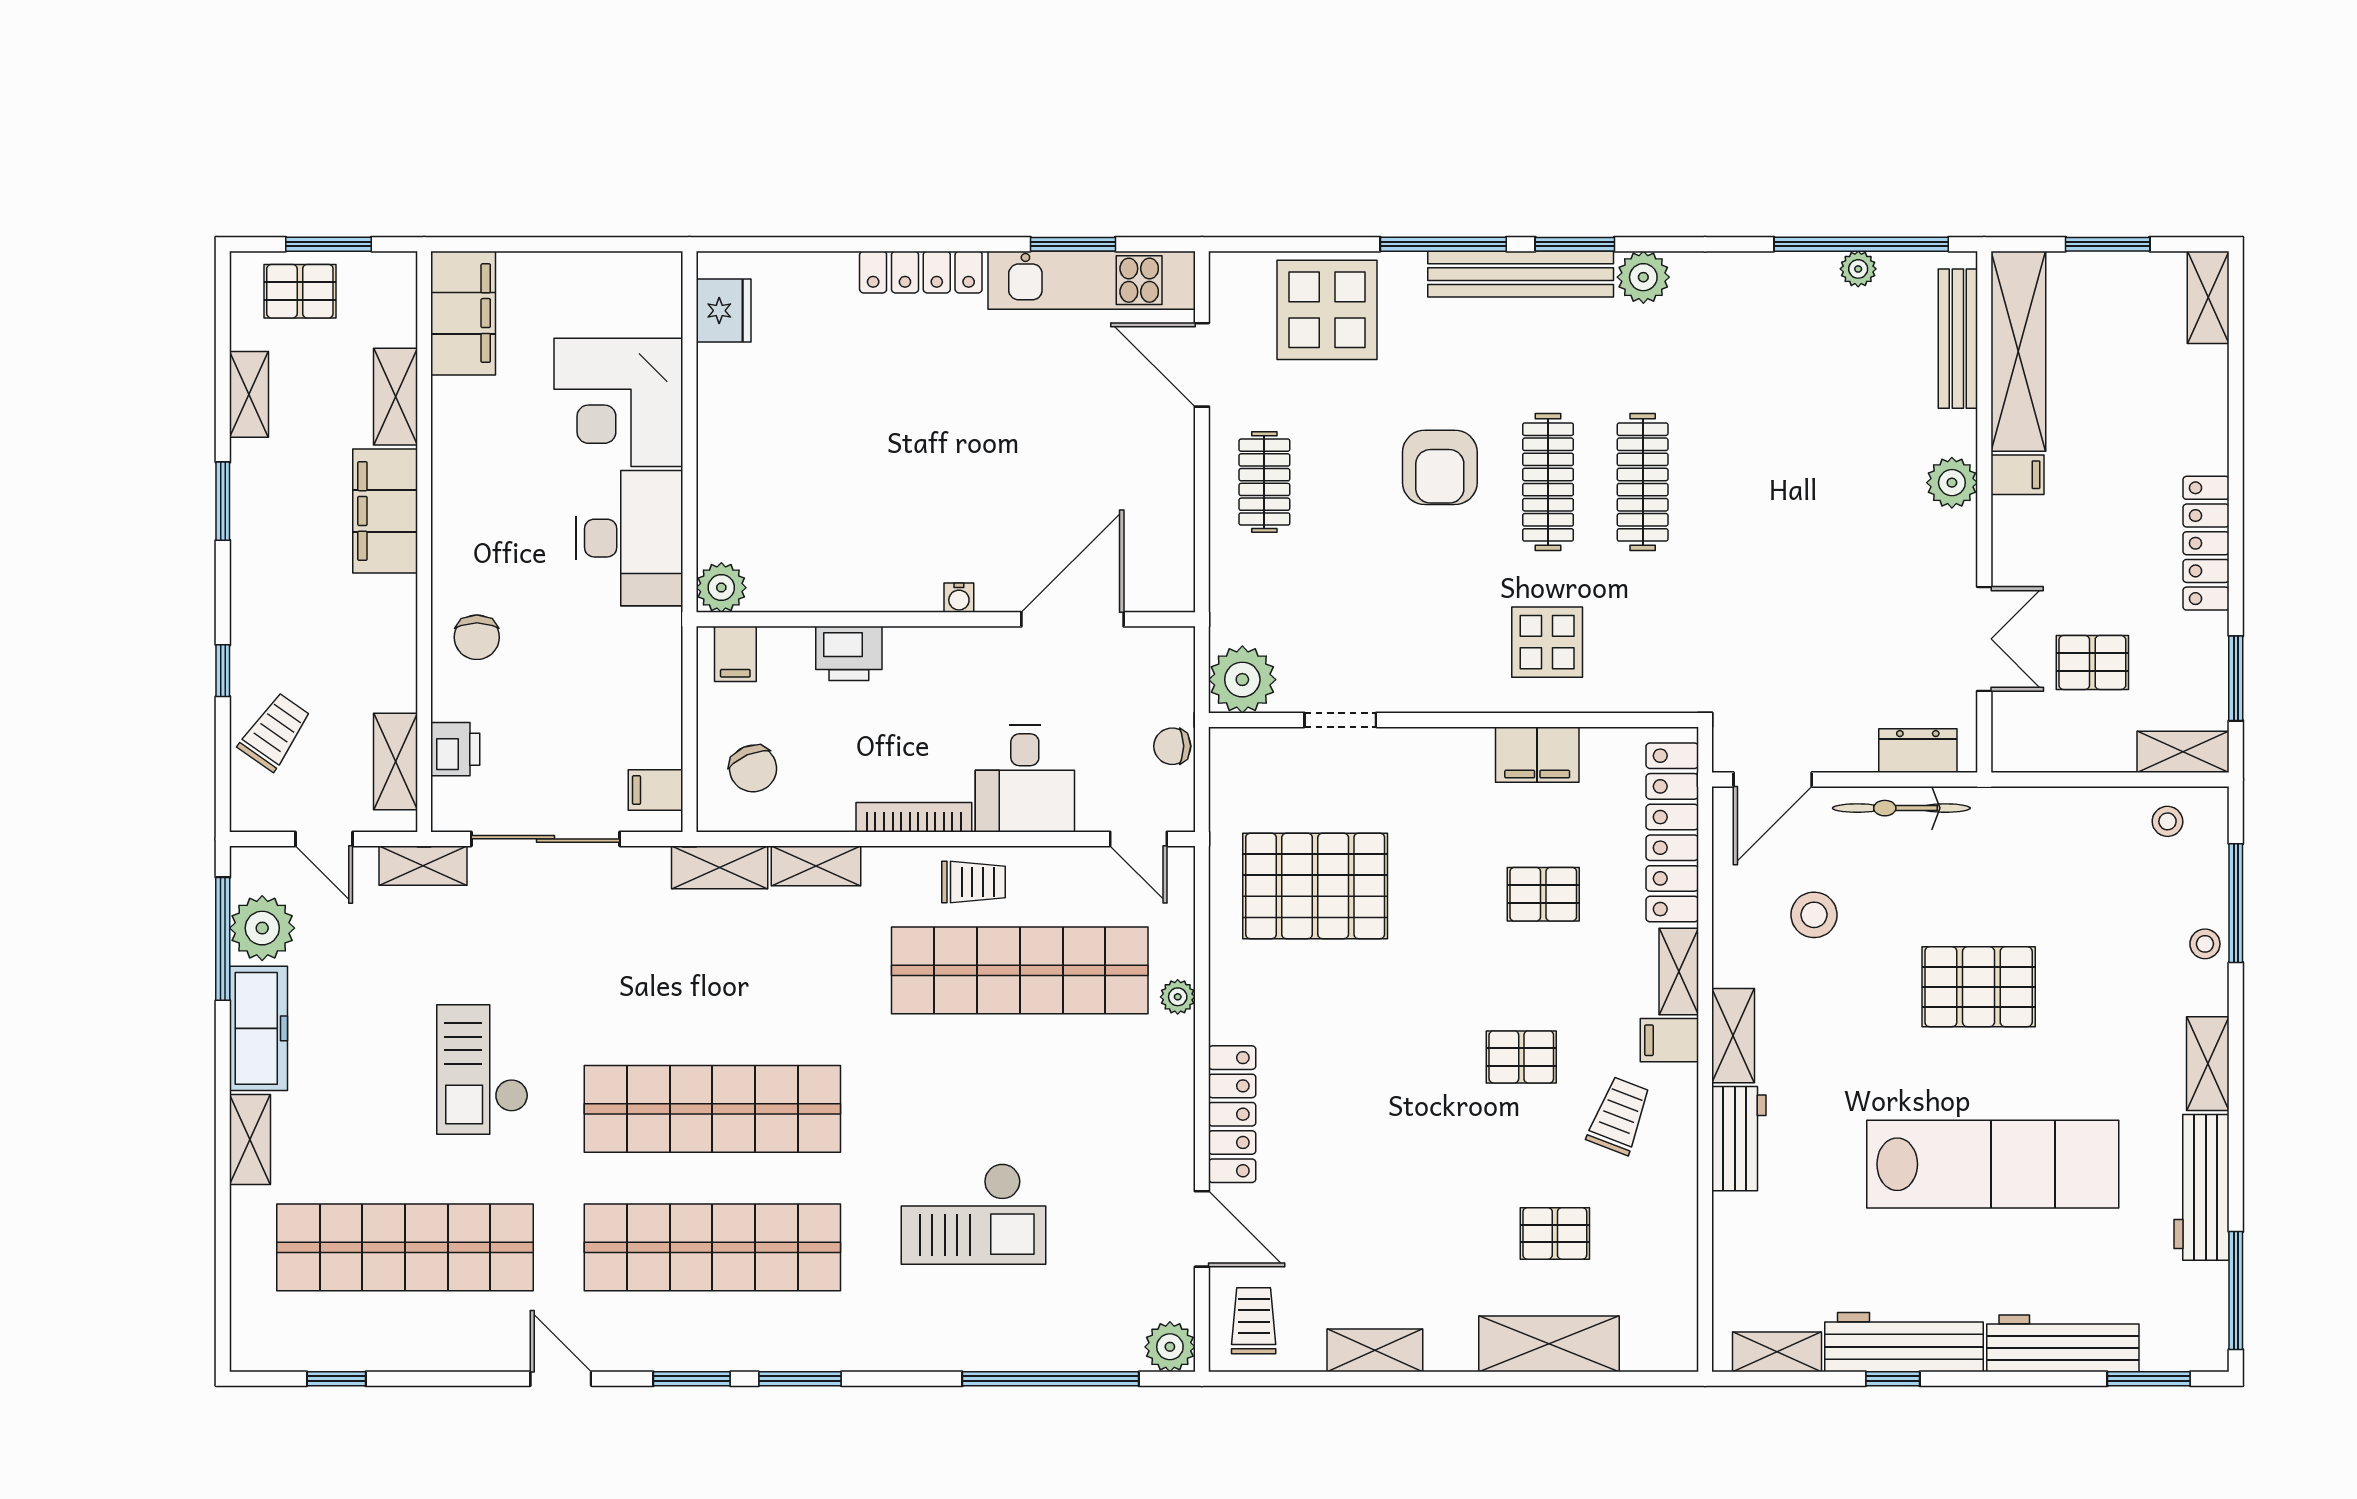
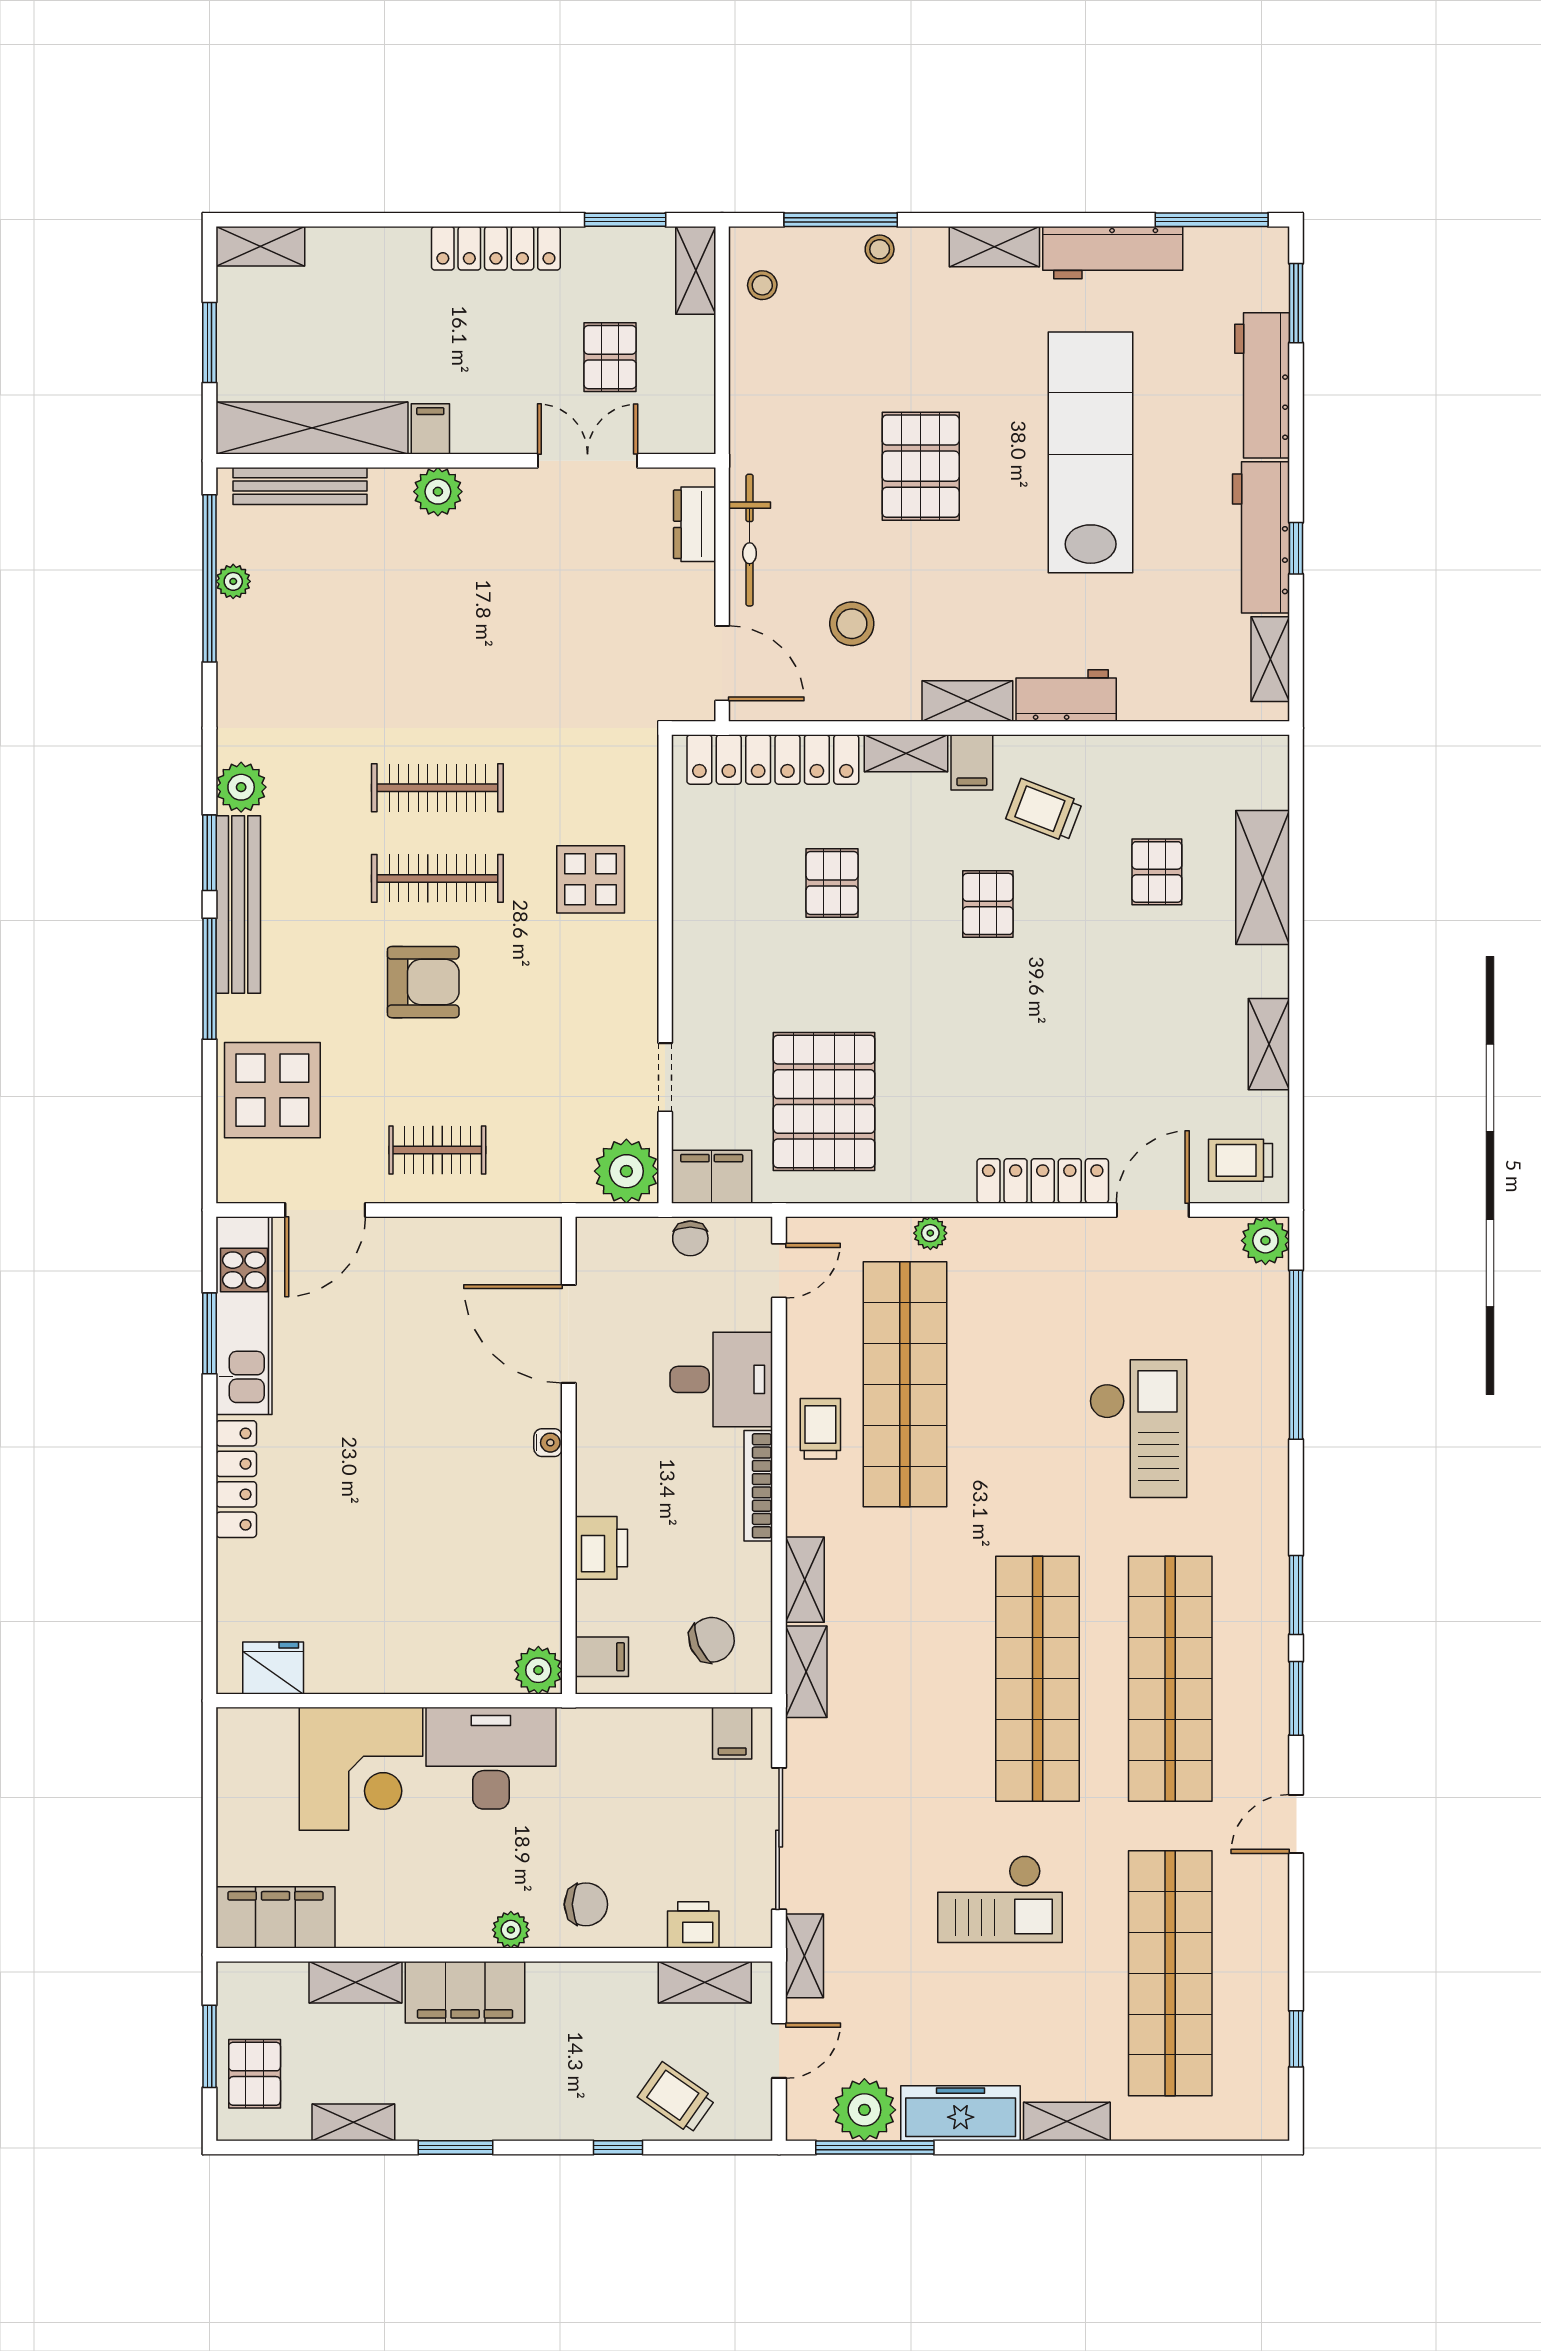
plant: (450, 559) -> (511, 1930), added
filing cabinet: (1537, 755) -> (712, 1177), moved, turned -90

